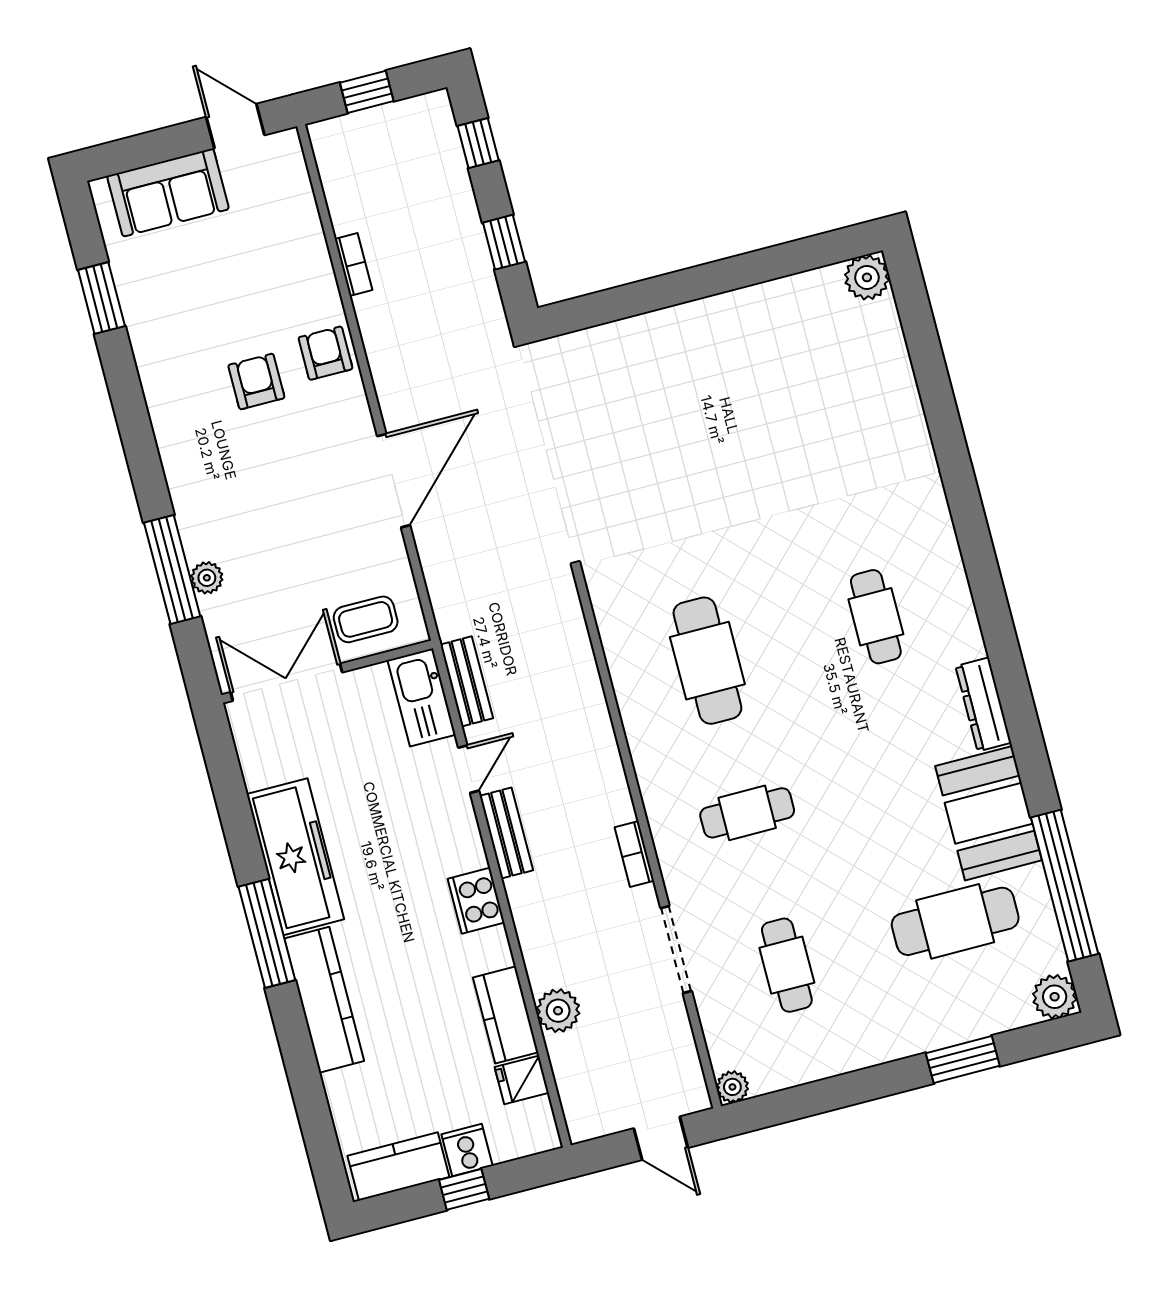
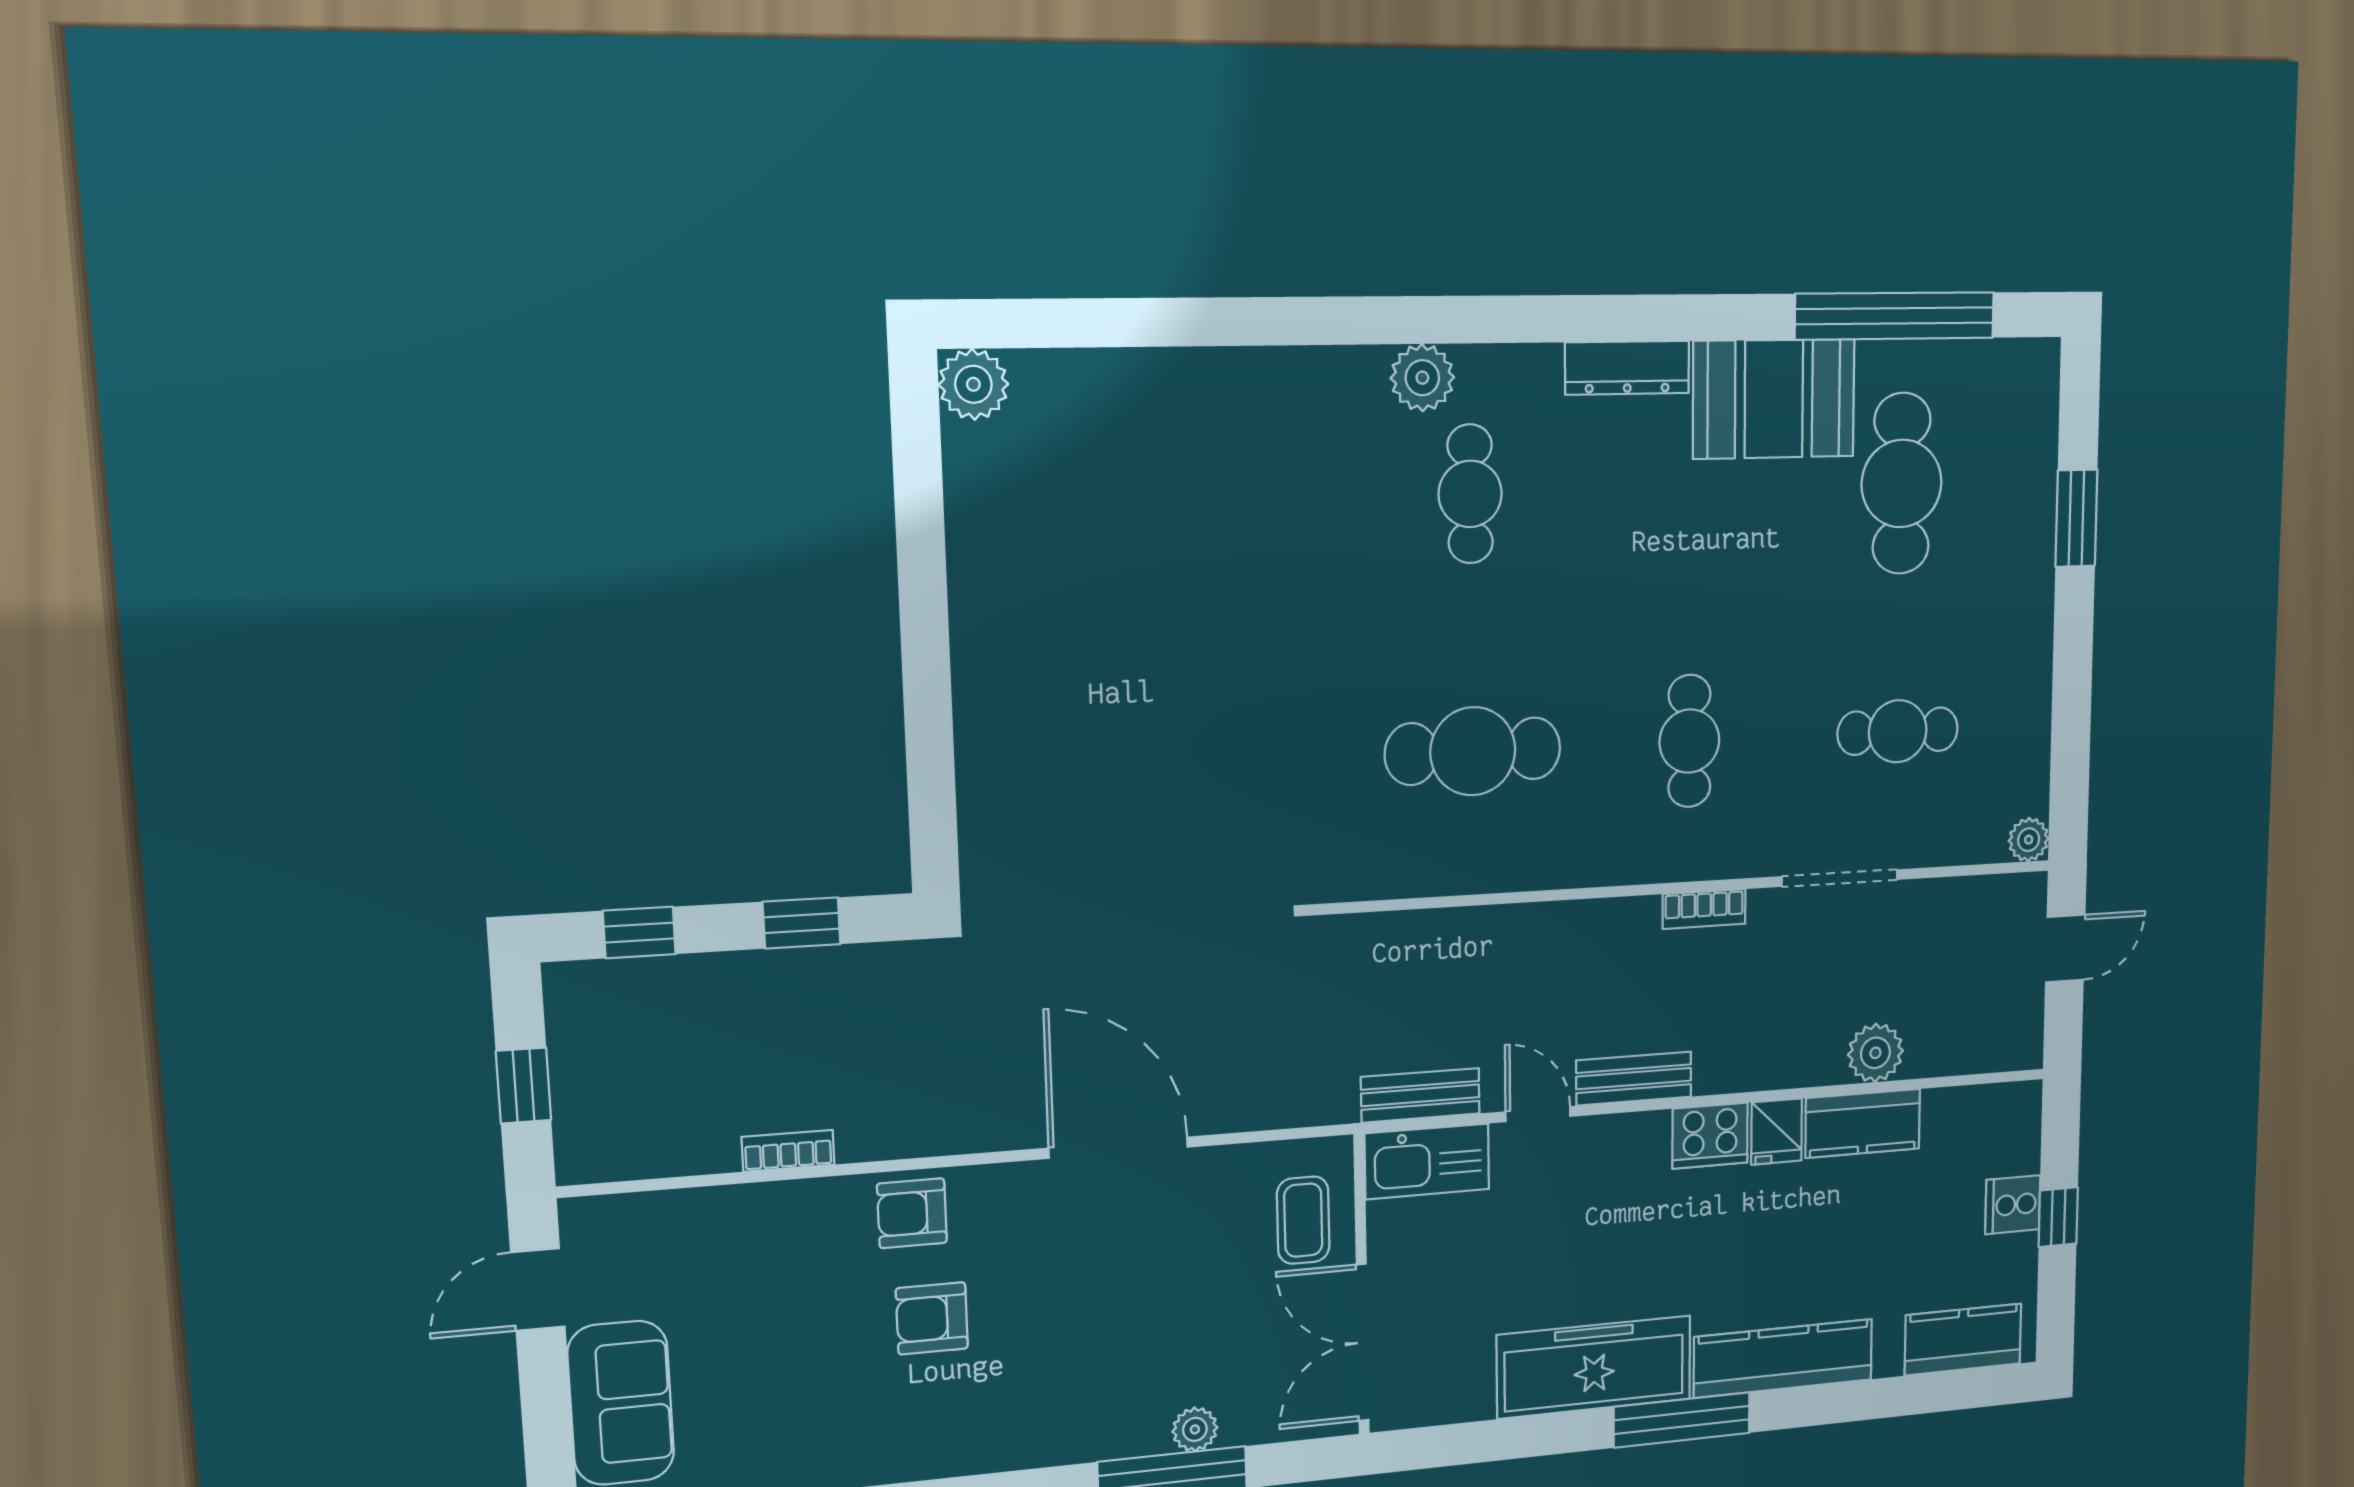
cafe table: (876, 617) -> (1470, 494), turned 90
plant: (1055, 997) -> (1422, 378), moved
fridge: (522, 1080) -> (1777, 1132), moved
kitchen counter: (398, 1166) -> (1963, 1340), moved, turned 90

